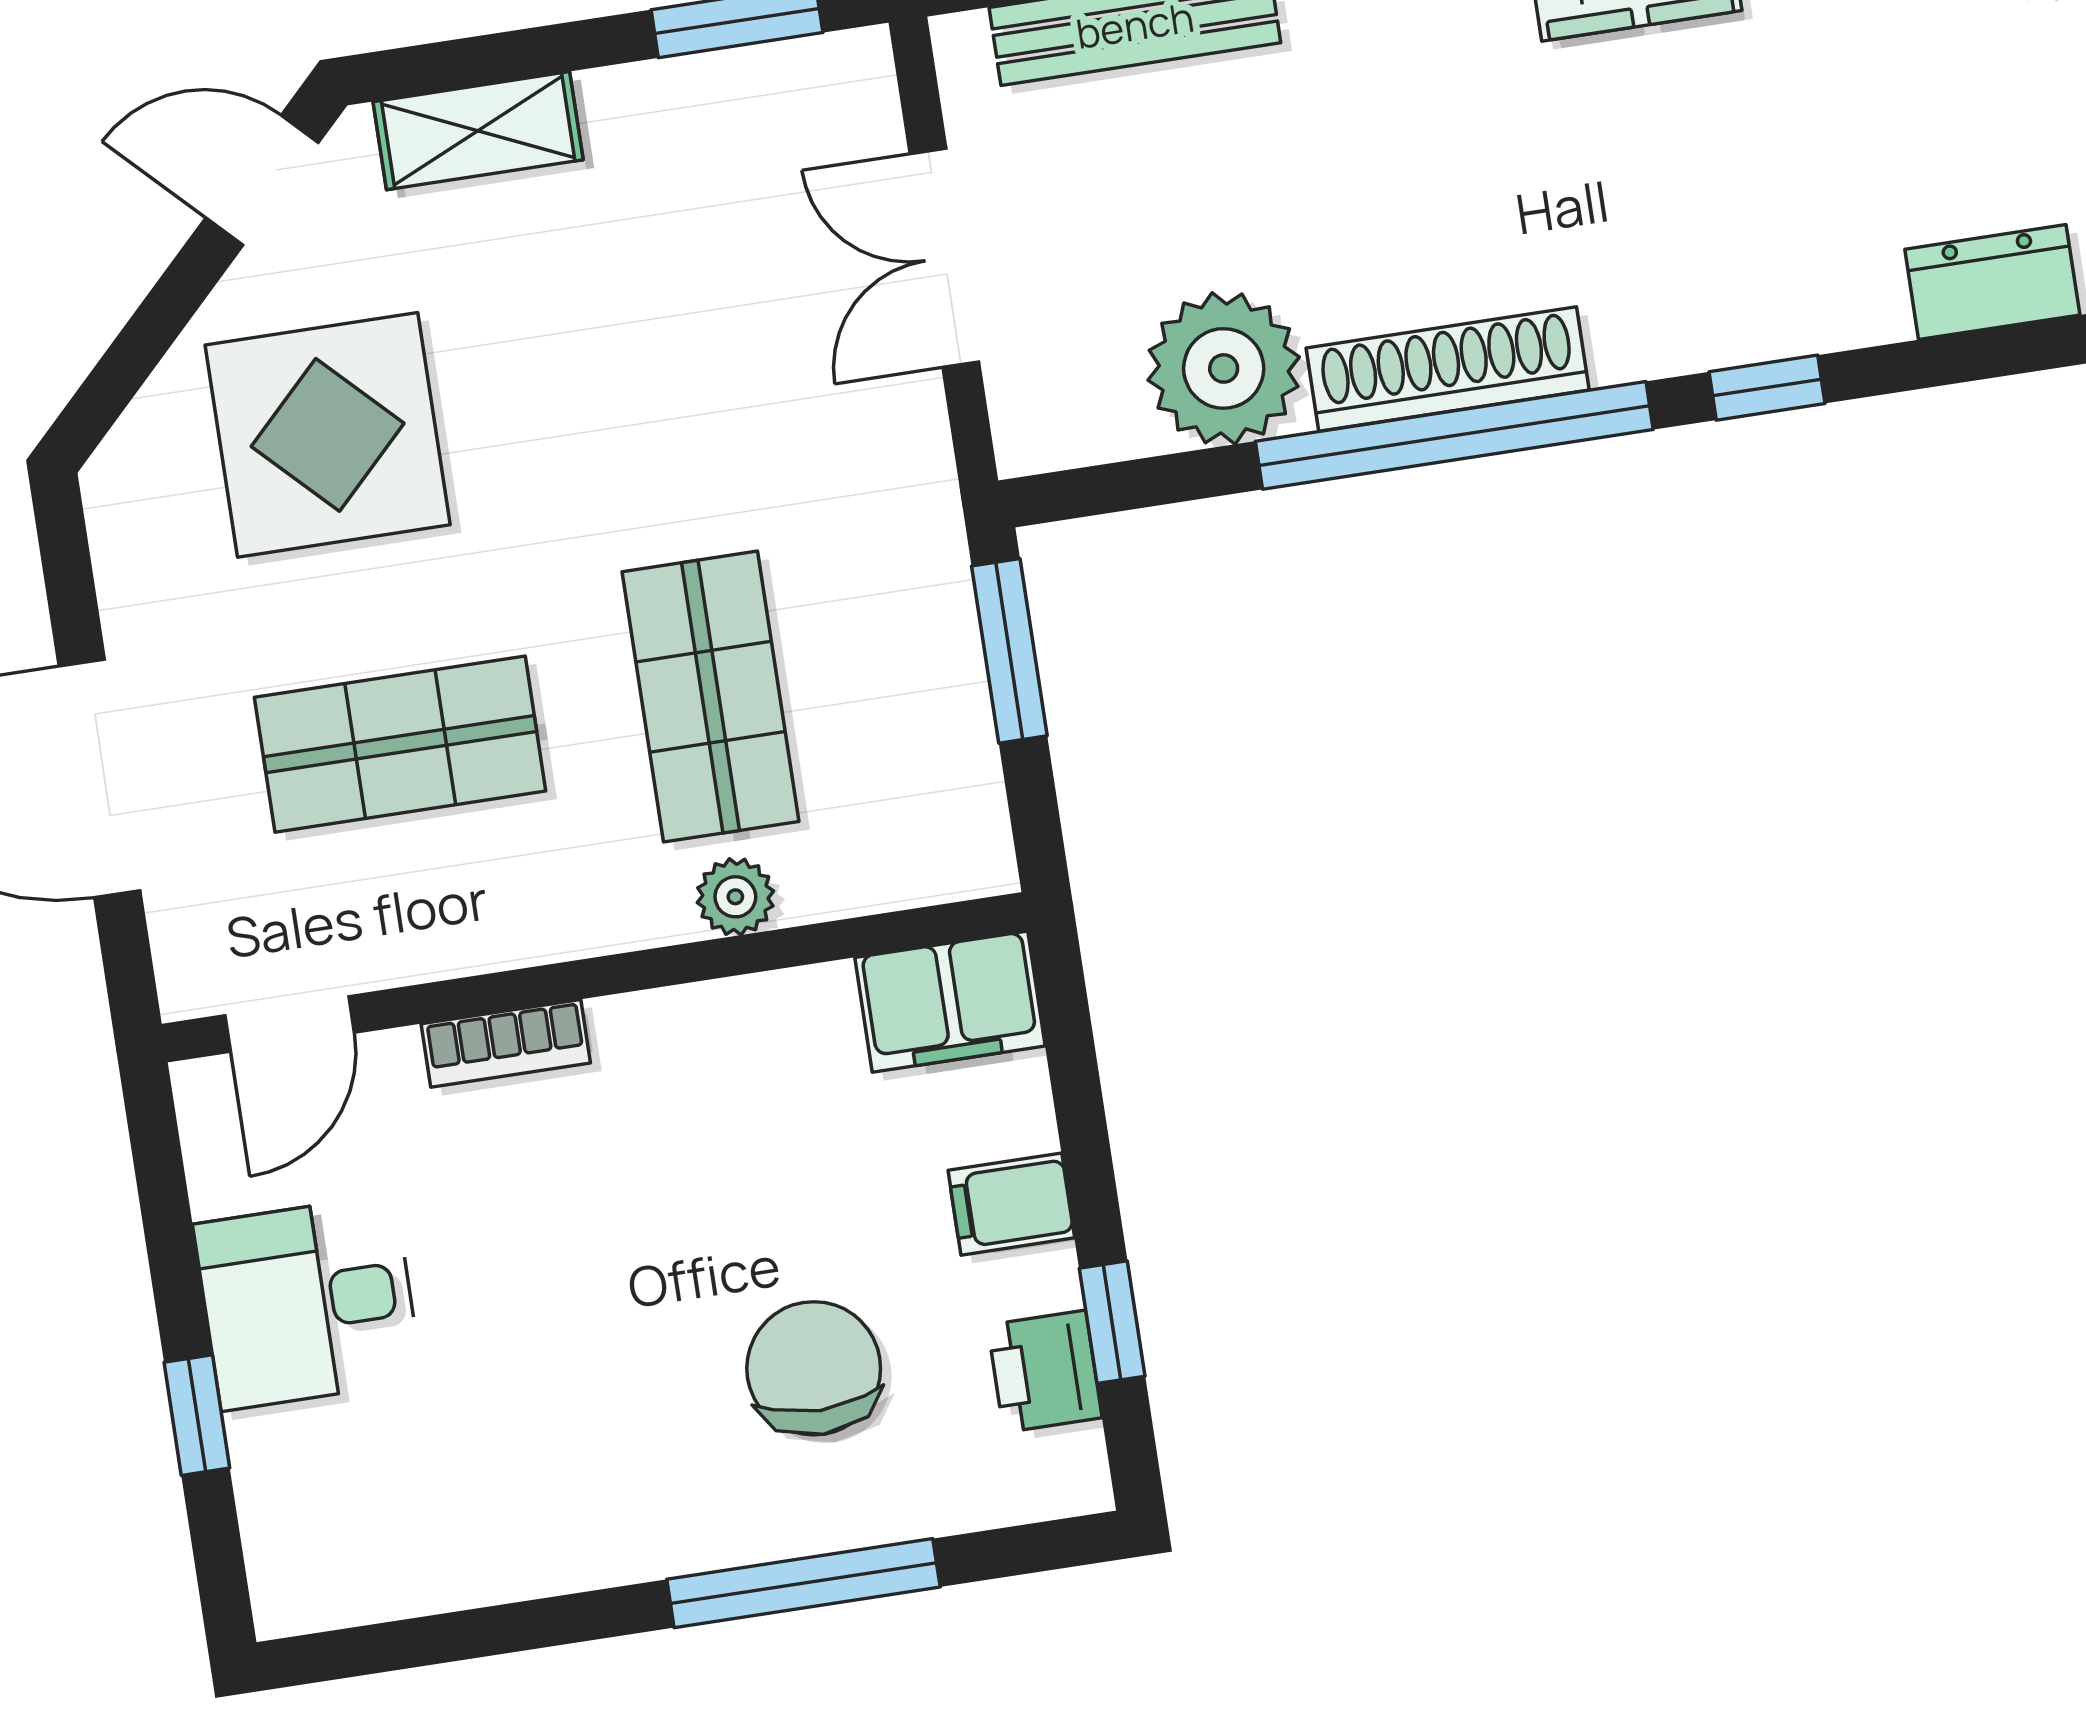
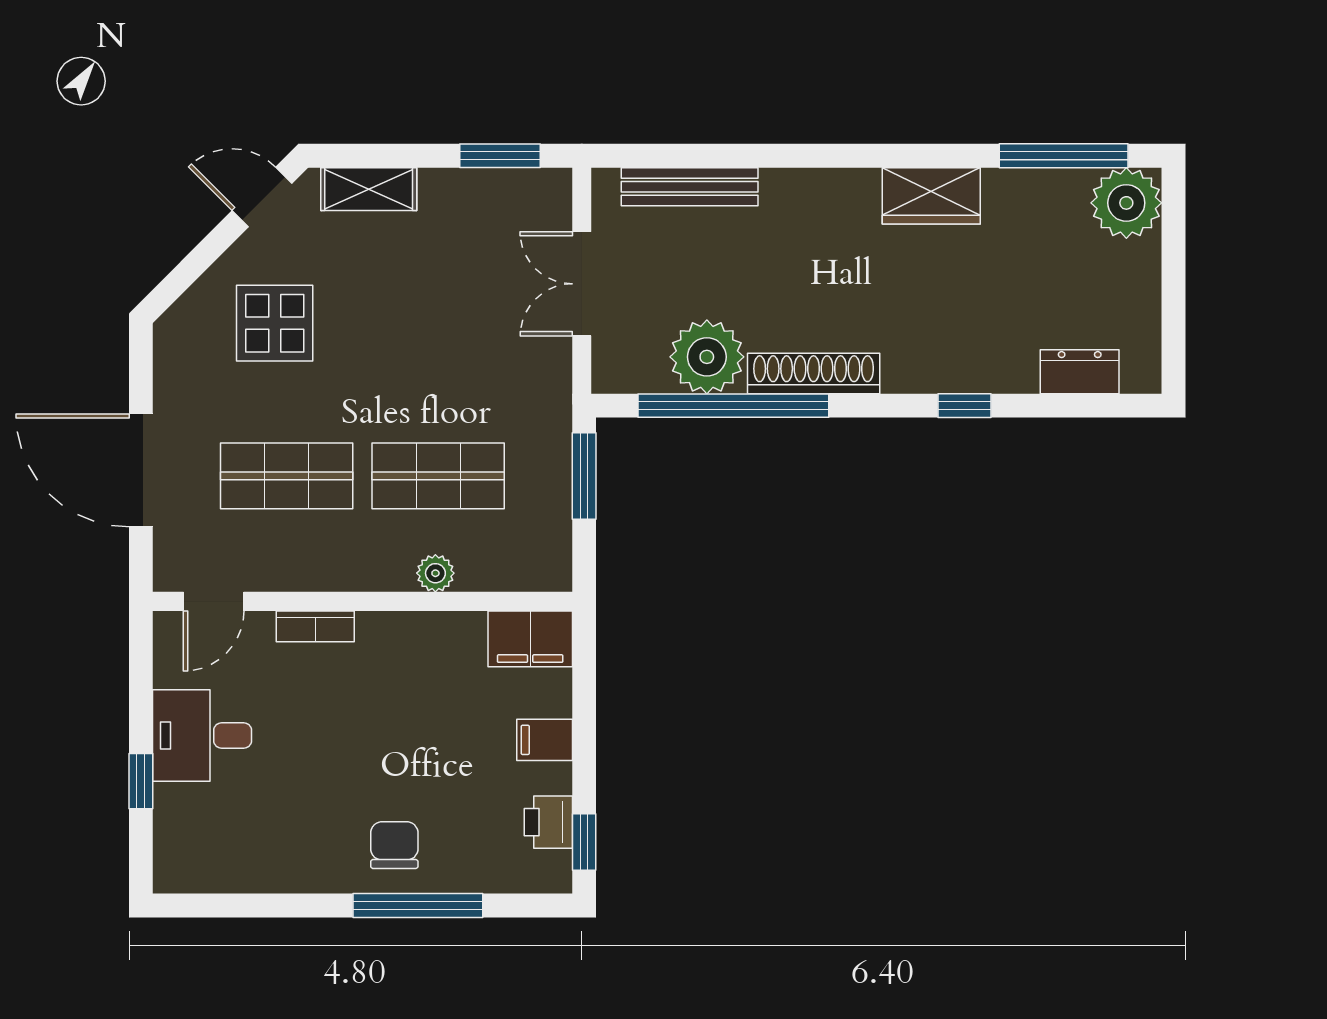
display table: (328, 435) -> (275, 323), width x0.73, depth x0.73
window: (1454, 435) -> (733, 406), moved
shop shelf: (710, 697) -> (438, 476), turned 90
window: (1112, 1322) -> (584, 842), moved
chair: (814, 1368) -> (394, 845), moved, width x0.73, depth x0.73

